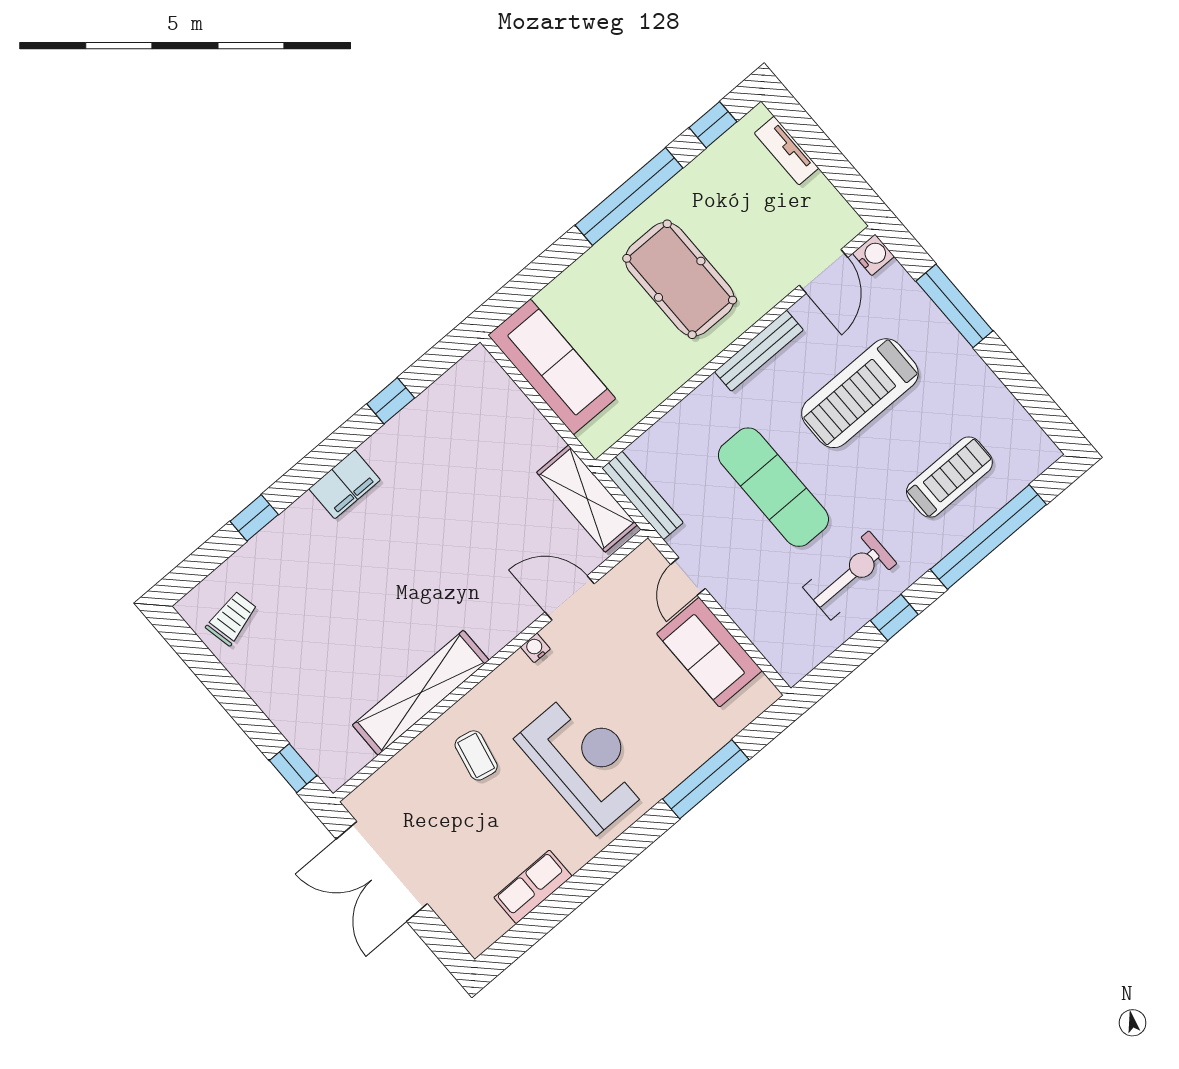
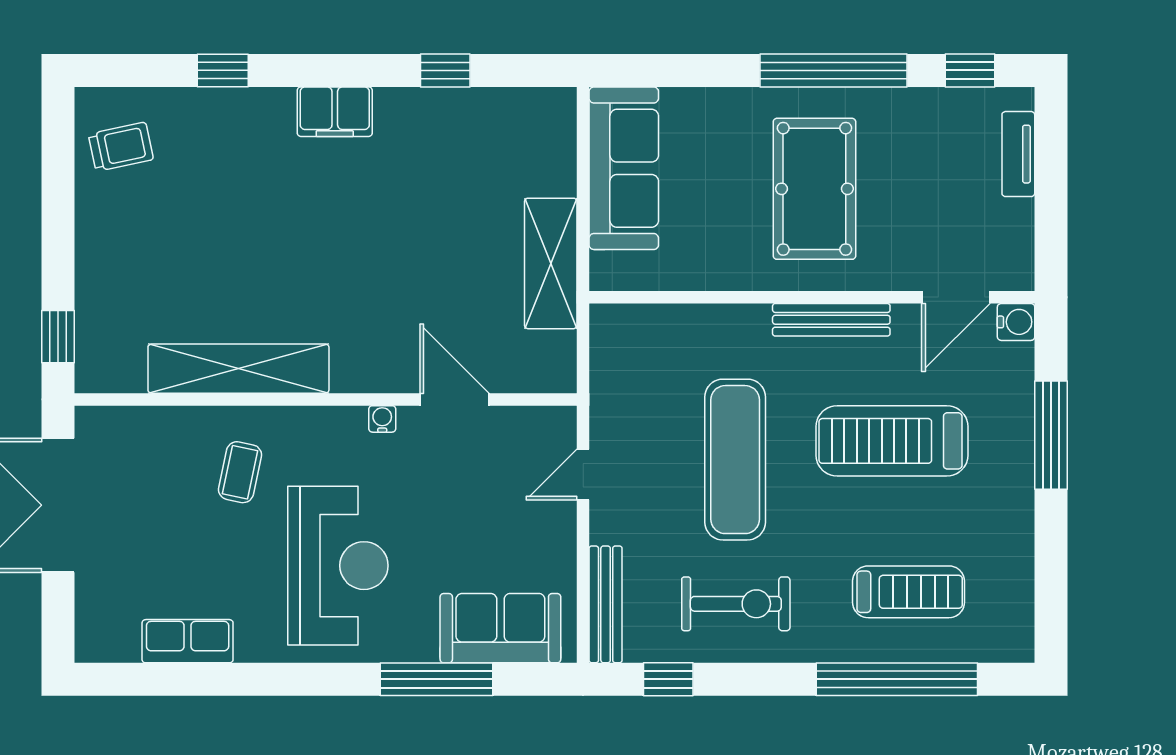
bench: (643, 495) -> (606, 604), moved
shelving: (587, 499) -> (551, 263), moved
window: (894, 618) -> (668, 679), moved
sofa: (709, 652) -> (500, 628), moved, turned 90

